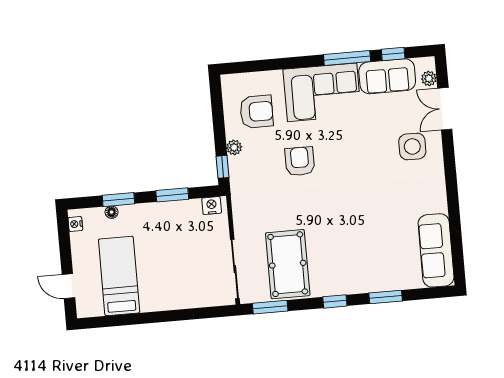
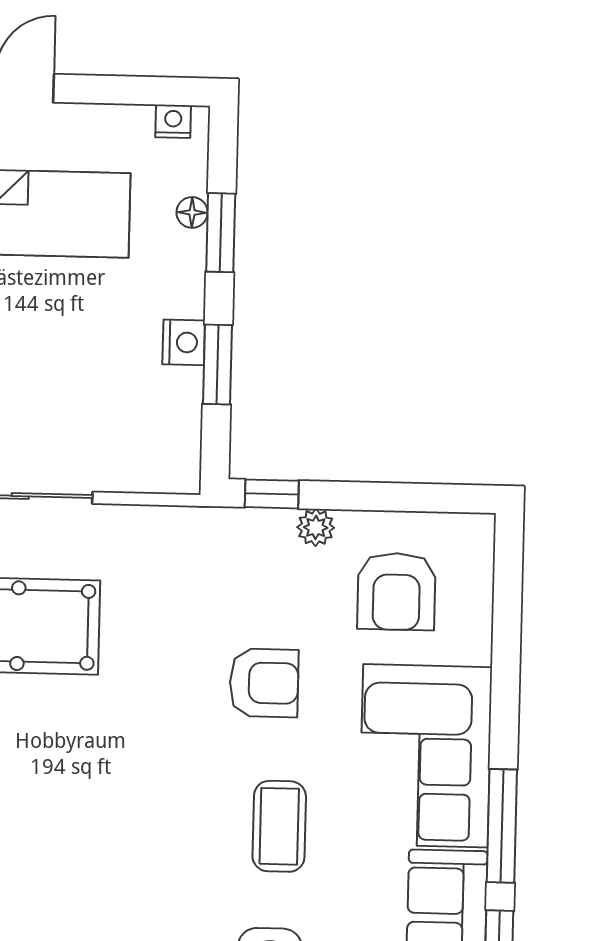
coffee table: (357, 149) -> (279, 826), added
nightstand: (212, 206) -> (184, 342), moved

